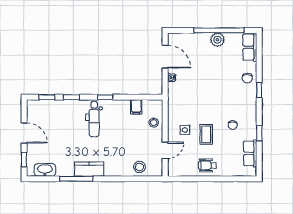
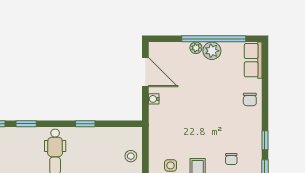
plant: (205, 37) -> (196, 48), added
window: (259, 90) -> (265, 140), moved
window: (105, 97) -> (85, 124), moved
filing cabinet: (136, 107) -> (109, 136), removed

